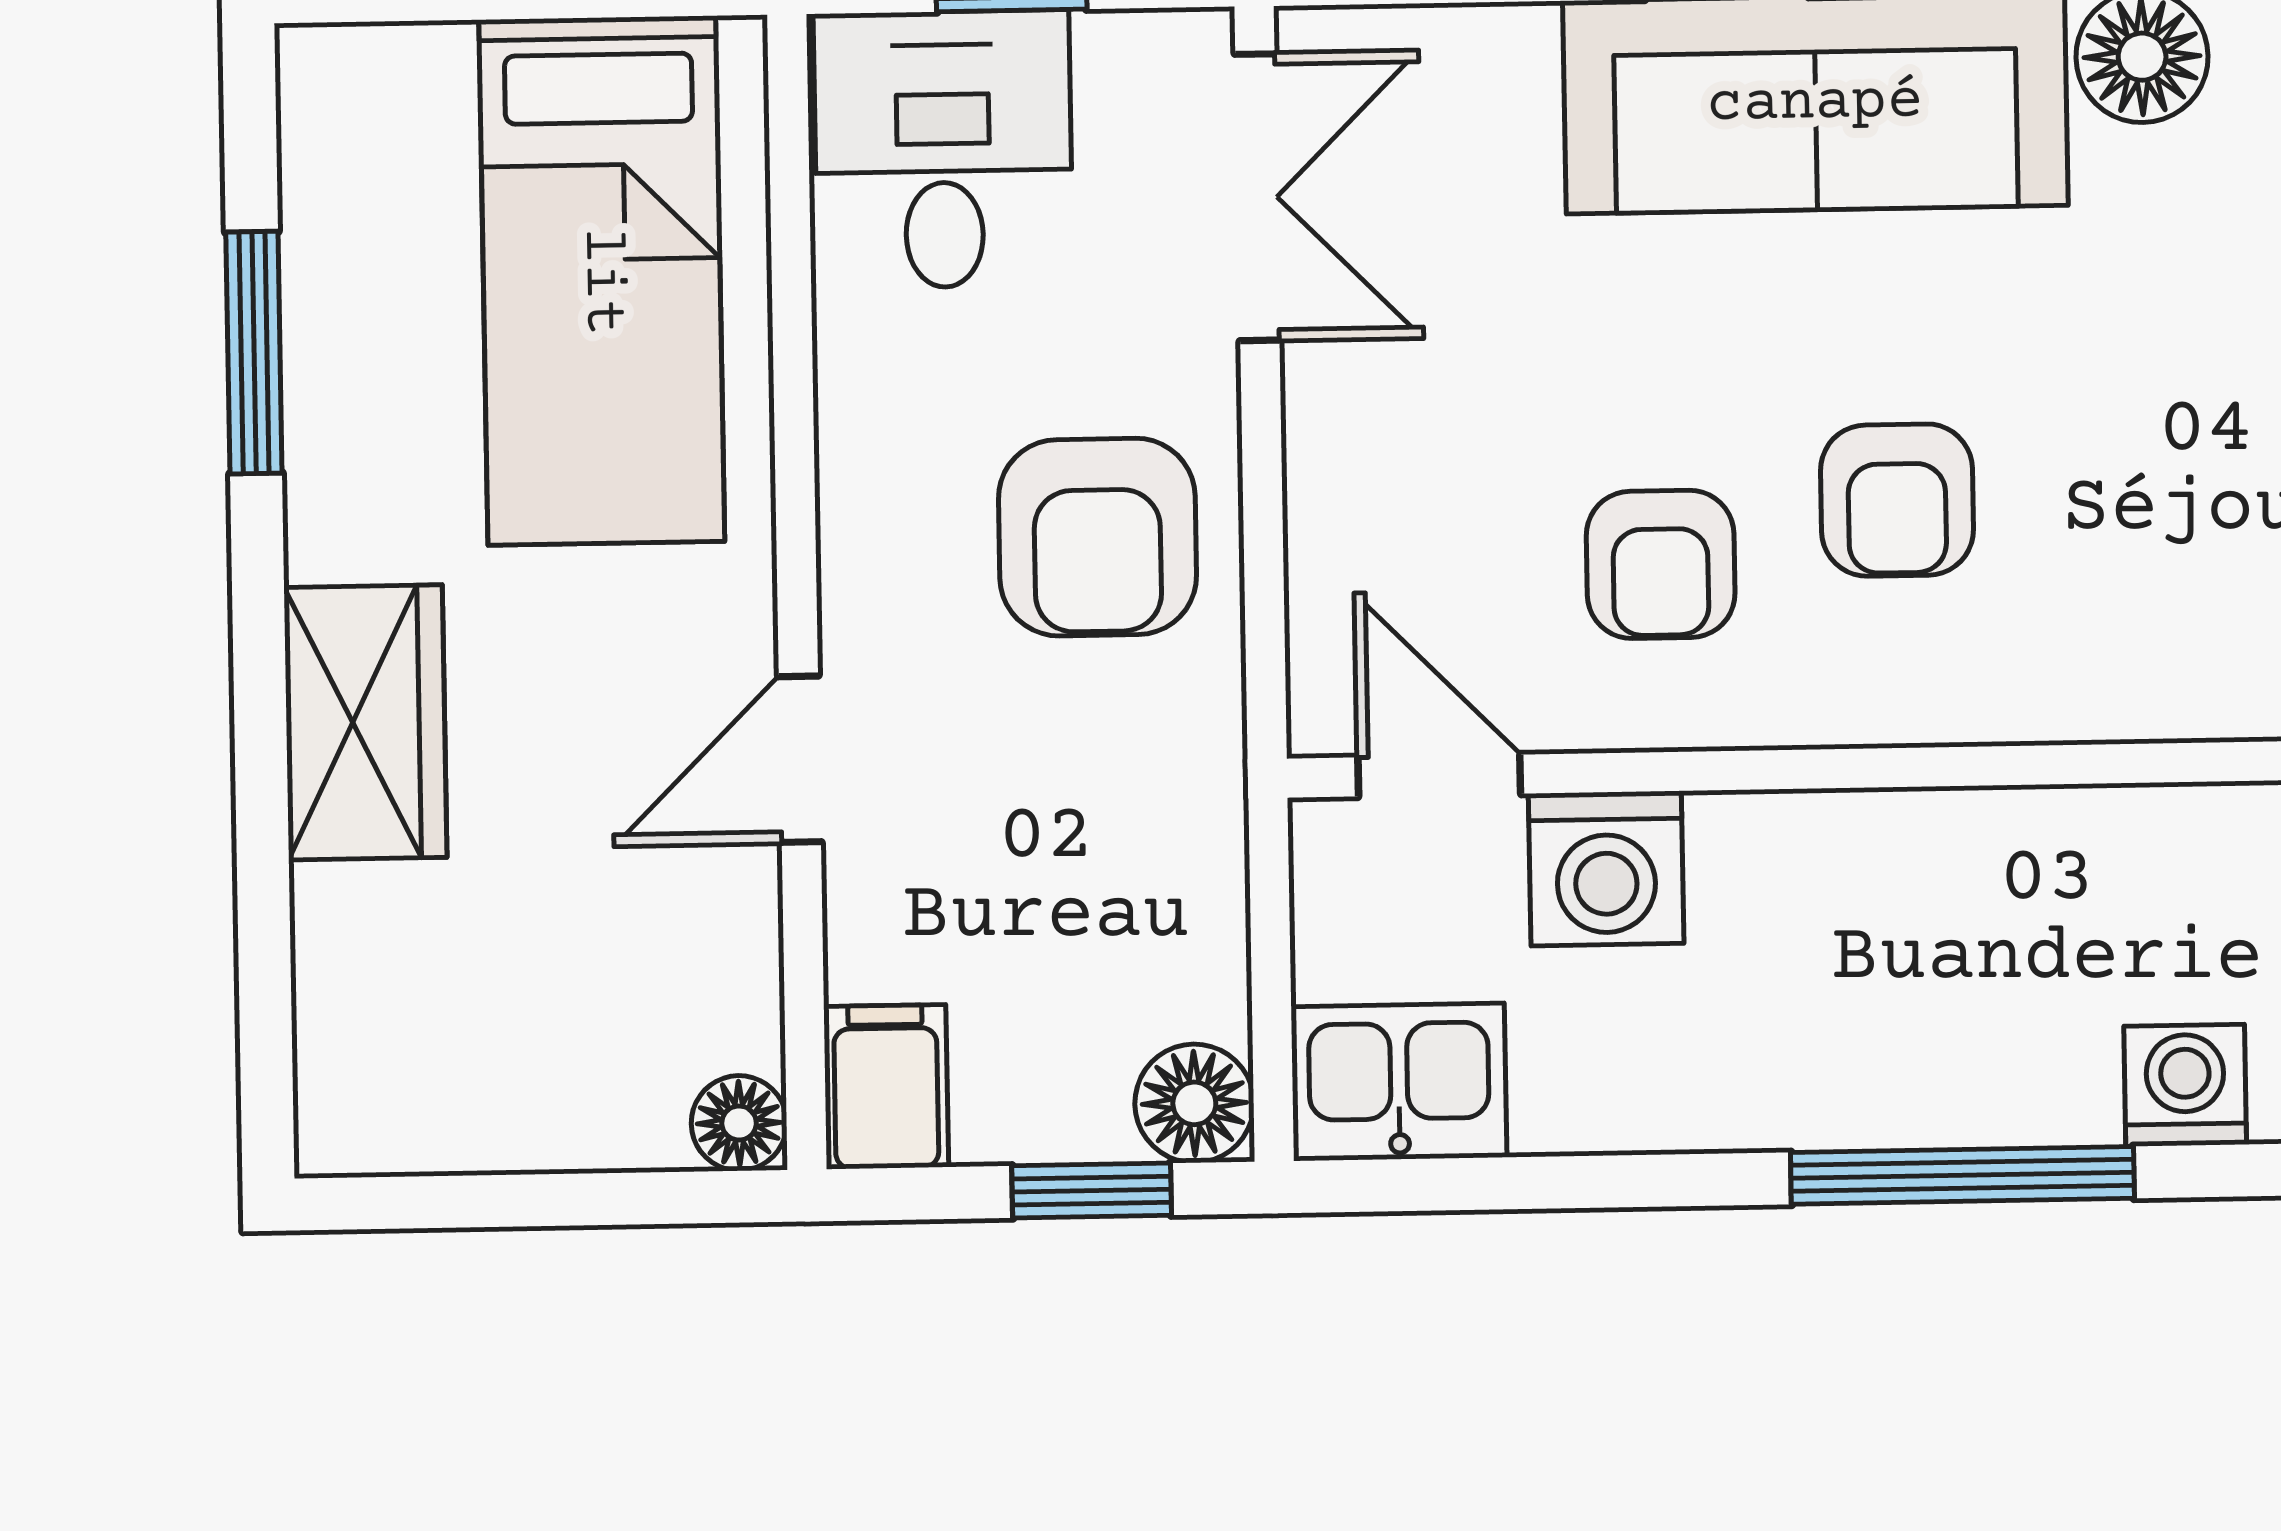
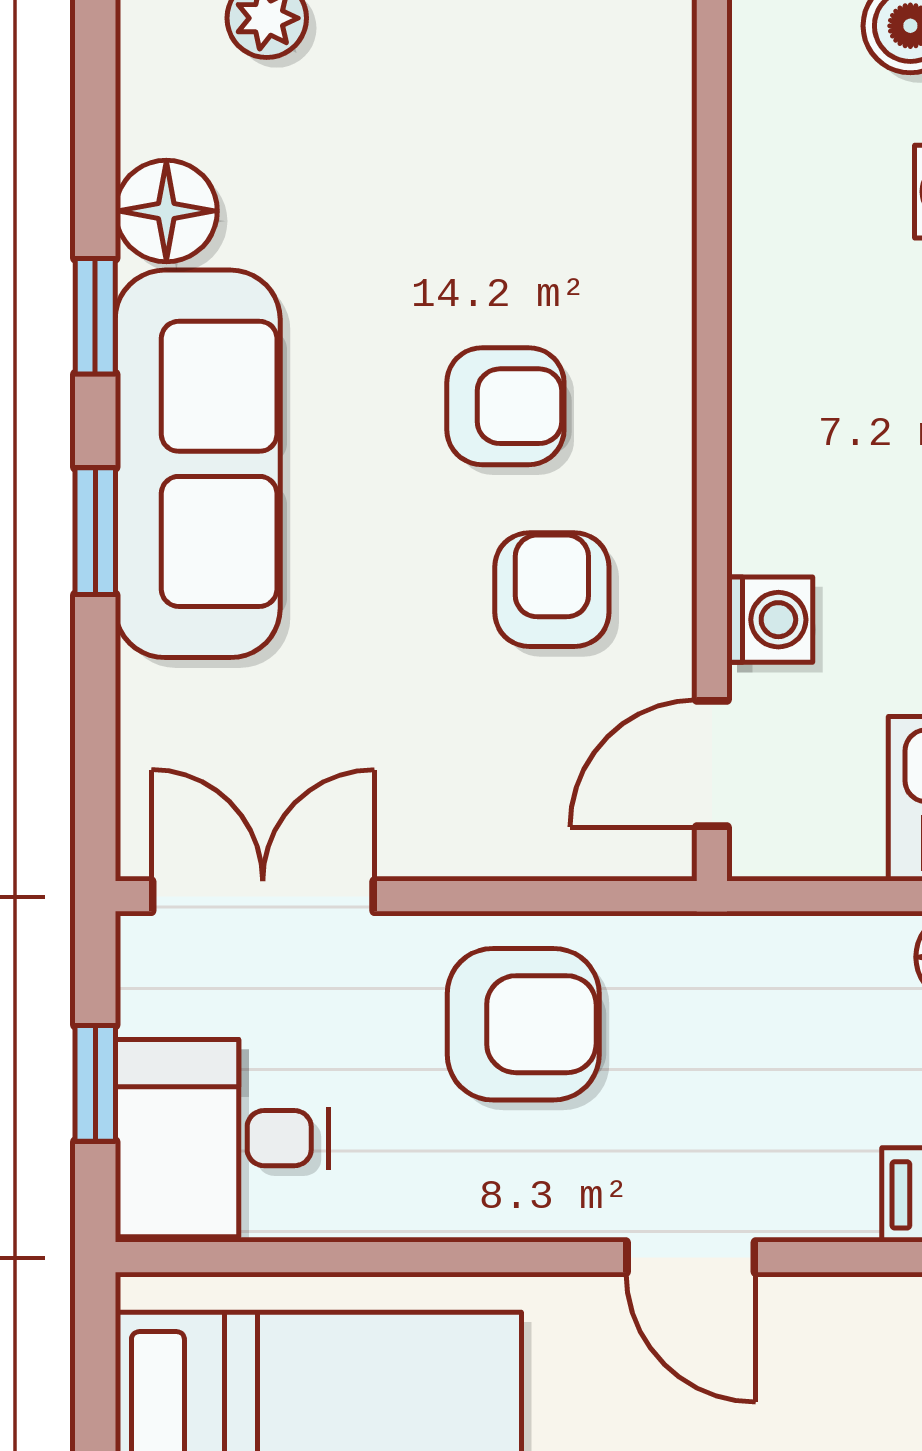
armchair: (1661, 564) -> (552, 590), turned -90
washing machine: (1606, 868) -> (770, 620), width x0.73, depth x0.73

